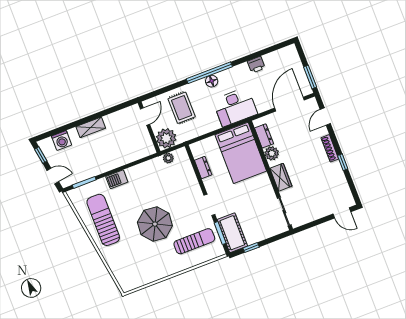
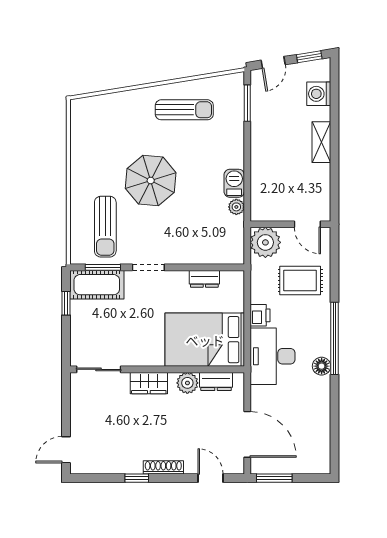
printer: (256, 65) -> (260, 315), moved, turned 180
floor lamp: (212, 81) -> (322, 366), moved
plant: (168, 158) -> (236, 207), moved
barbecue: (117, 179) -> (234, 183), moved
sun lounger: (103, 220) -> (184, 110), width x0.73, depth x0.75

